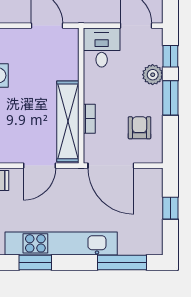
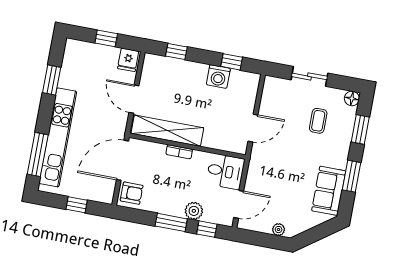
bookcase: (89, 119) -> (179, 152), moved
armchair: (139, 128) -> (132, 193), moved
kitchen unit: (61, 243) -> (58, 137), moved

